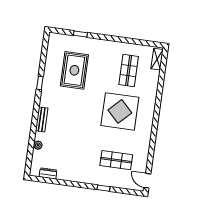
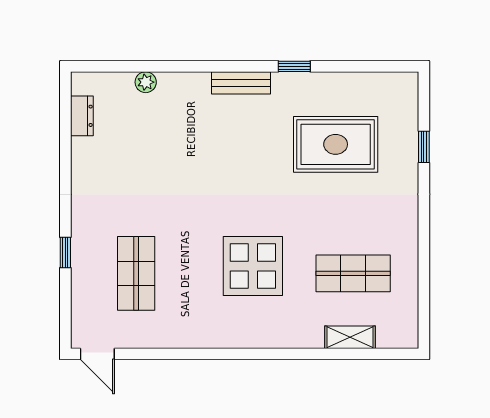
shelving: (157, 59) -> (350, 337), moved
display table: (120, 111) -> (253, 266), width x0.73, depth x0.73
bench: (42, 119) -> (241, 83), moved
door: (147, 181) -> (97, 354), swing flipped

